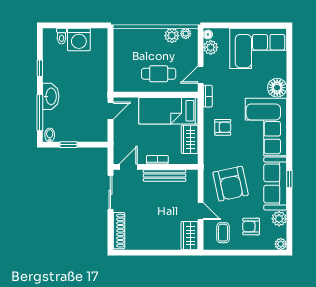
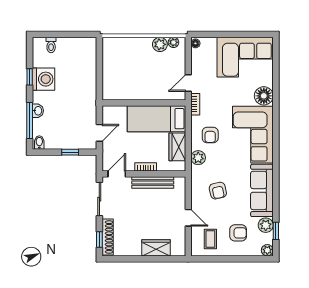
washing machine: (79, 40) -> (43, 79), moved, turned -90
plant: (211, 47) -> (198, 158), moved
cafe table: (159, 74) -> (147, 82), removed
washbasin: (51, 96) -> (38, 111), width x0.52, depth x0.69
door: (110, 111) -> (99, 133), moved
armchair: (223, 127) -> (210, 135), turned 90
window: (68, 145) -> (70, 152), moved
window: (289, 179) -> (276, 231), moved
armchair: (231, 184) -> (218, 191), width x0.53, depth x0.53
armchair: (251, 227) -> (238, 233), turned 180
window: (110, 233) -> (99, 240), added
wardrobe: (189, 236) -> (156, 248), moved, turned 90

